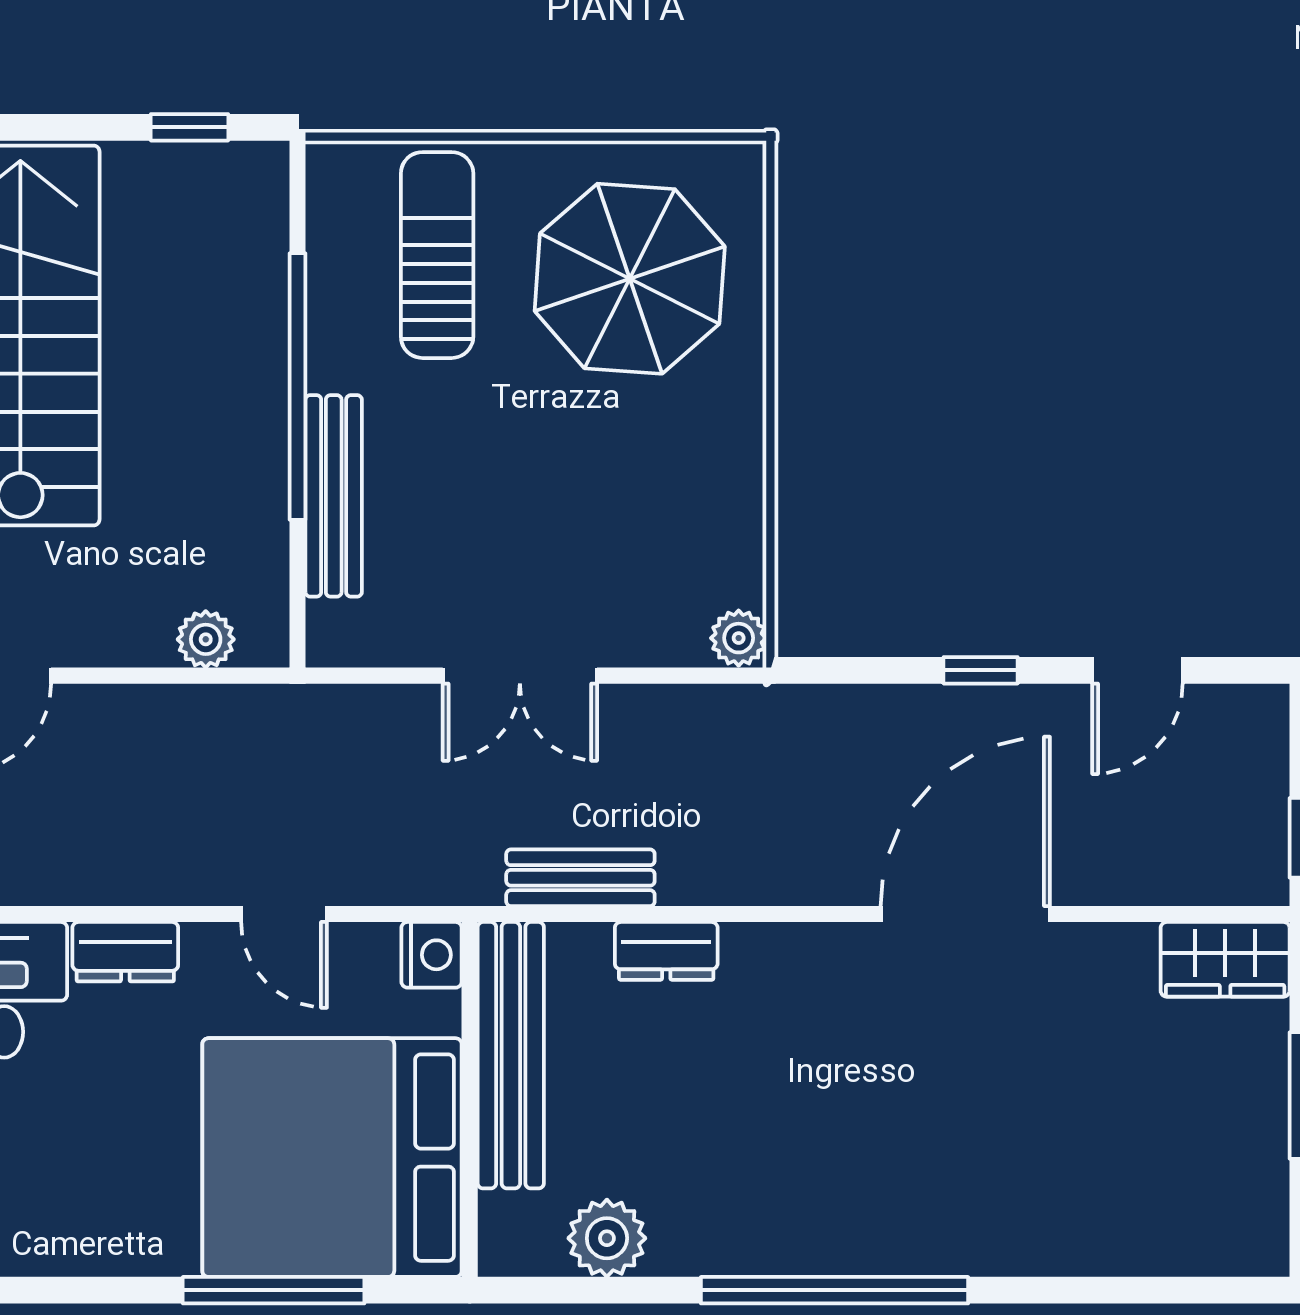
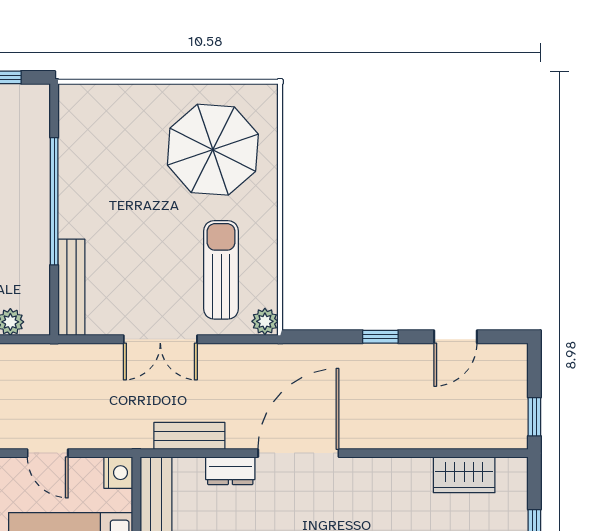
sun lounger: (437, 255) -> (221, 270), moved
bench: (334, 496) -> (71, 287), moved
door: (965, 914) -> (298, 453), moved
wardrobe: (1225, 959) -> (464, 475), moved

